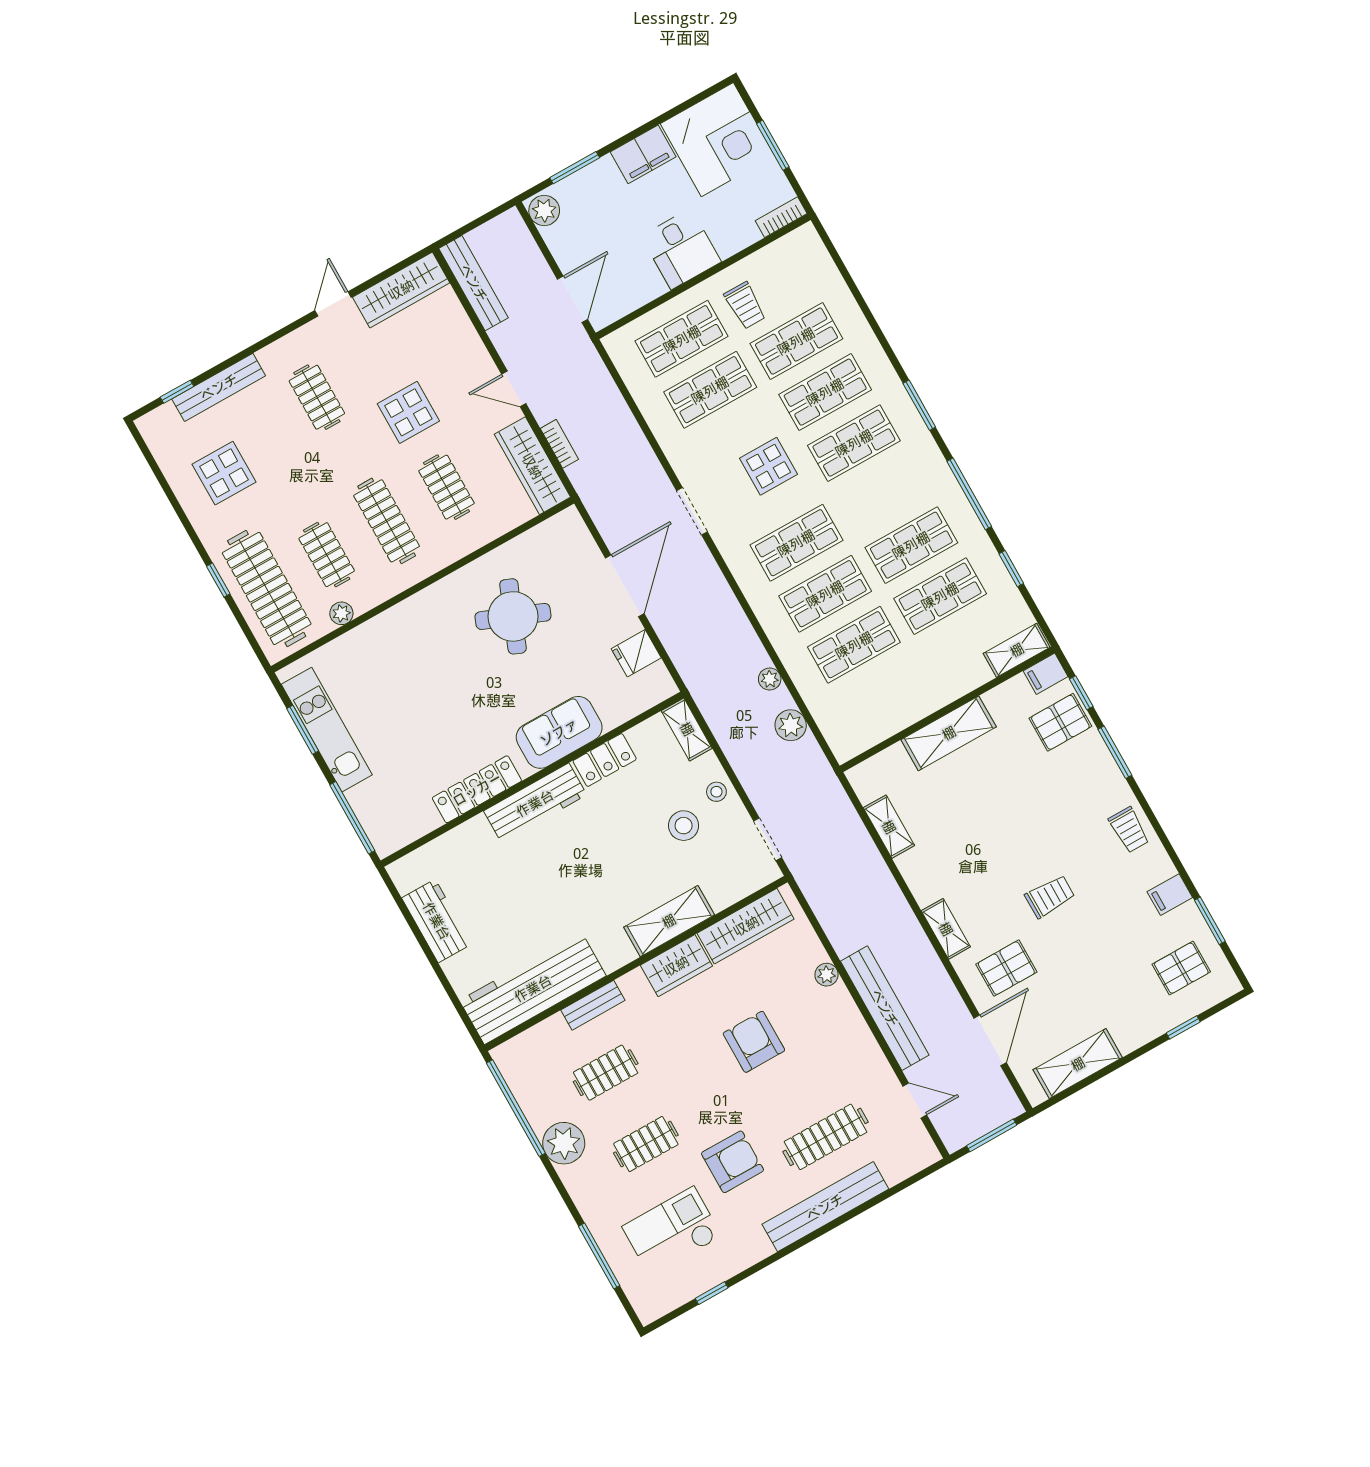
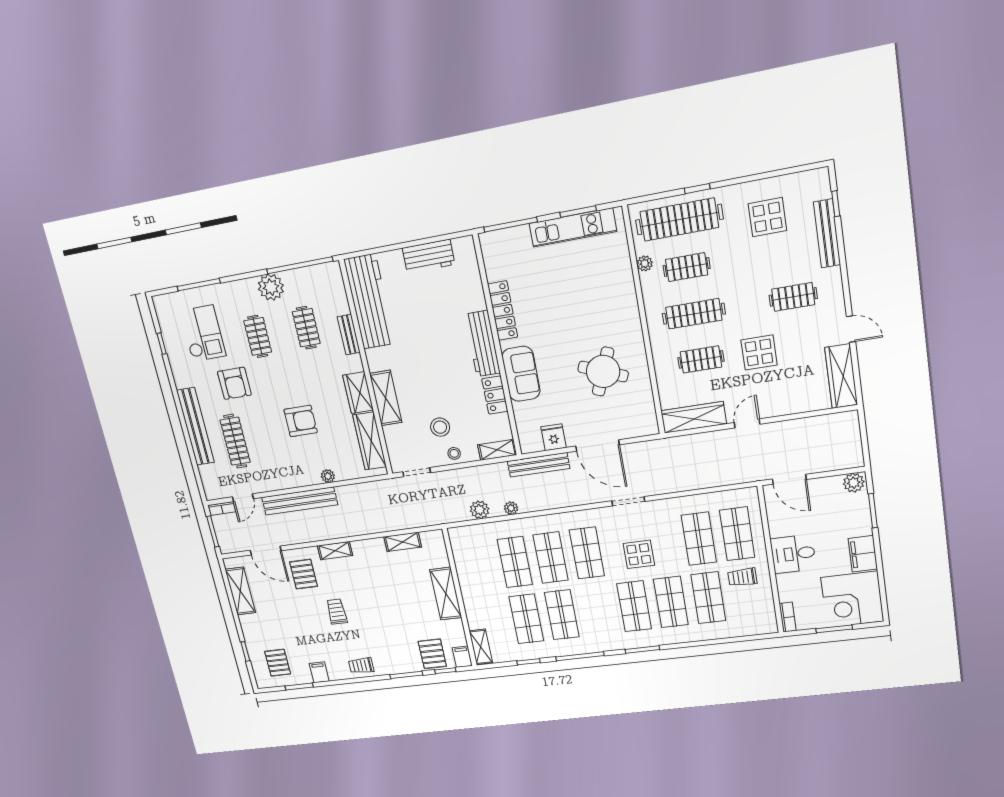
bench: (474, 283) -> (538, 465), moved
bookcase: (559, 444) -> (222, 508), moved
trolley: (1050, 896) -> (337, 612), turned 180

